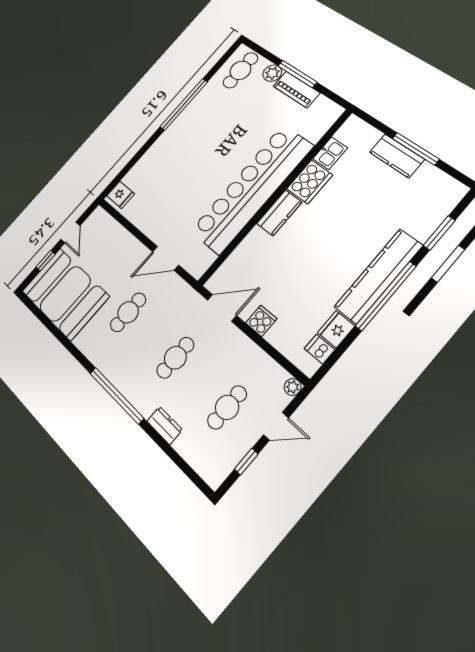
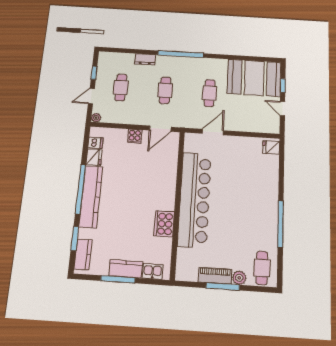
kitchen sink: (330, 153) -> (153, 272), moved, turned 90
kitchen counter: (279, 213) -> (83, 254), moved, turned 180

